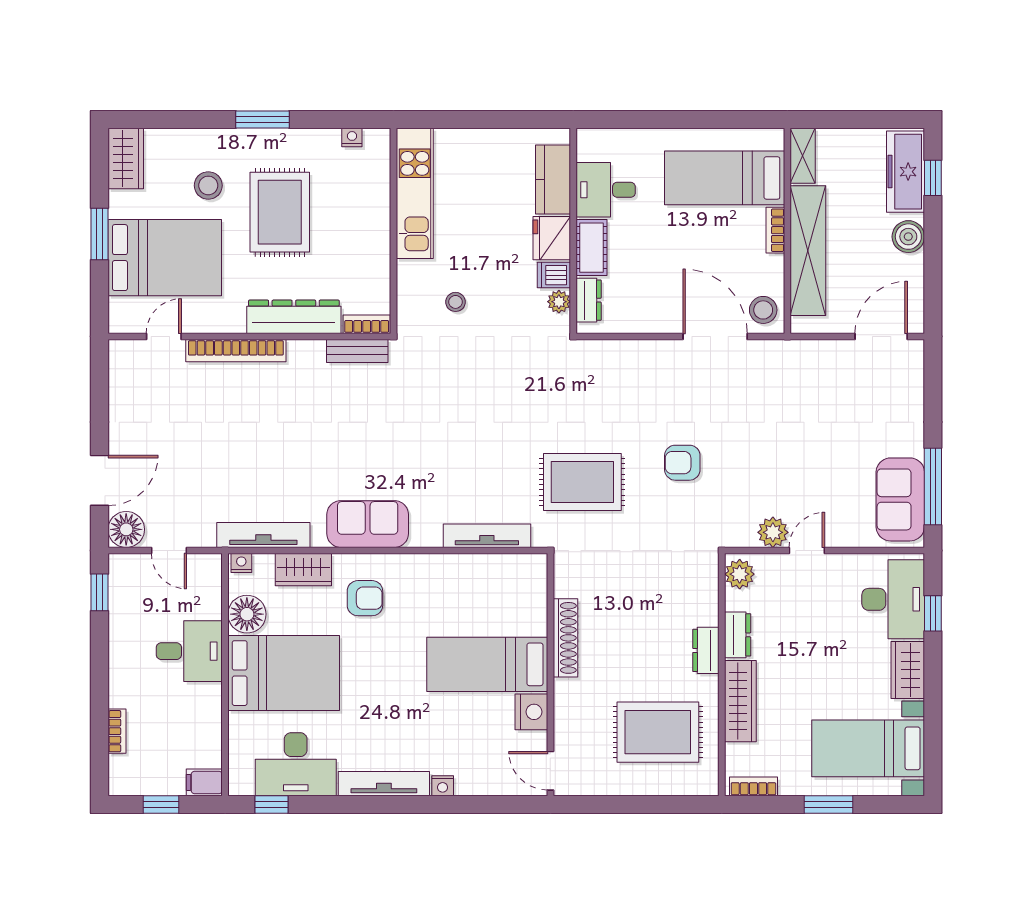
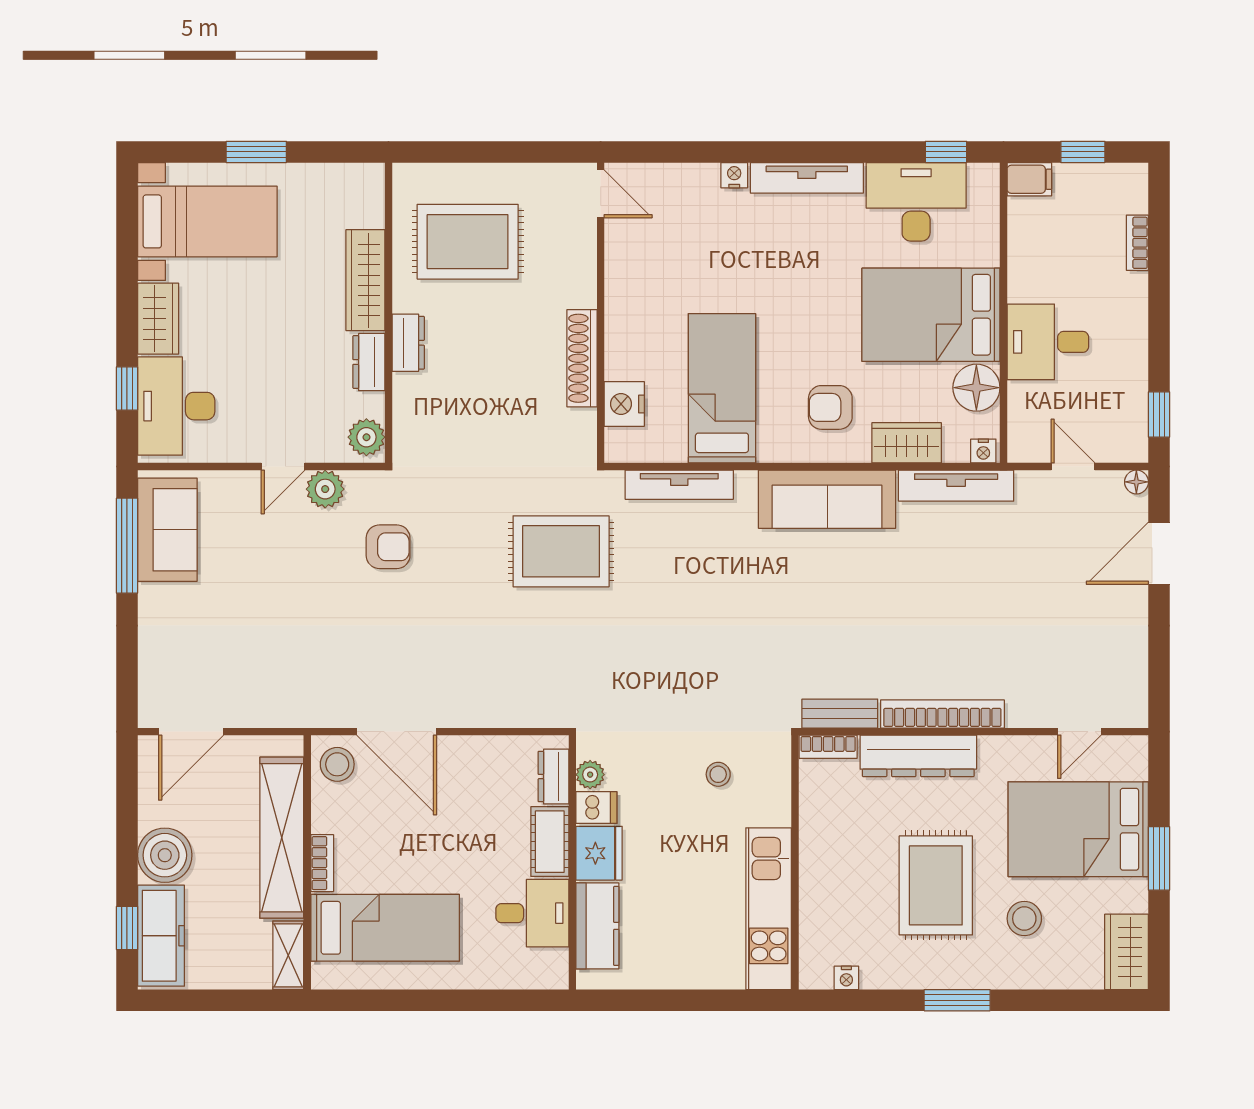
boiler: (908, 237) -> (165, 855), width x1.37, depth x1.37
bookcase: (236, 351) -> (942, 714), moved
armchair: (682, 463) -> (388, 547), moved
sofa: (368, 524) -> (827, 499), width x1.36
floor lamp: (126, 529) -> (1136, 482), width x0.53, depth x0.53
bed: (487, 664) -> (722, 388), moved, turned -90
nightstand: (531, 712) -> (624, 404), moved
bookcase: (753, 786) -> (349, 174), removed

